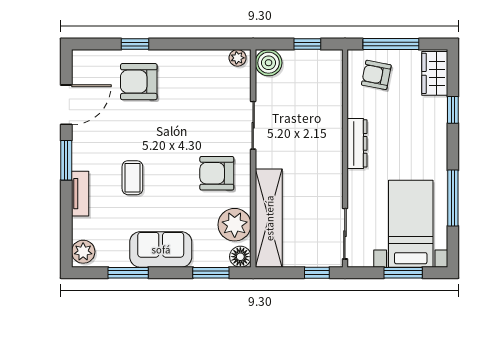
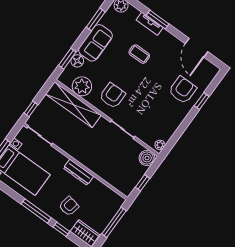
armchair: (376, 75) -> (69, 206), moved
window: (66, 160) -> (158, 20), moved
window: (453, 198) -> (36, 211), moved
floor lamp: (240, 257) -> (77, 61), moved

